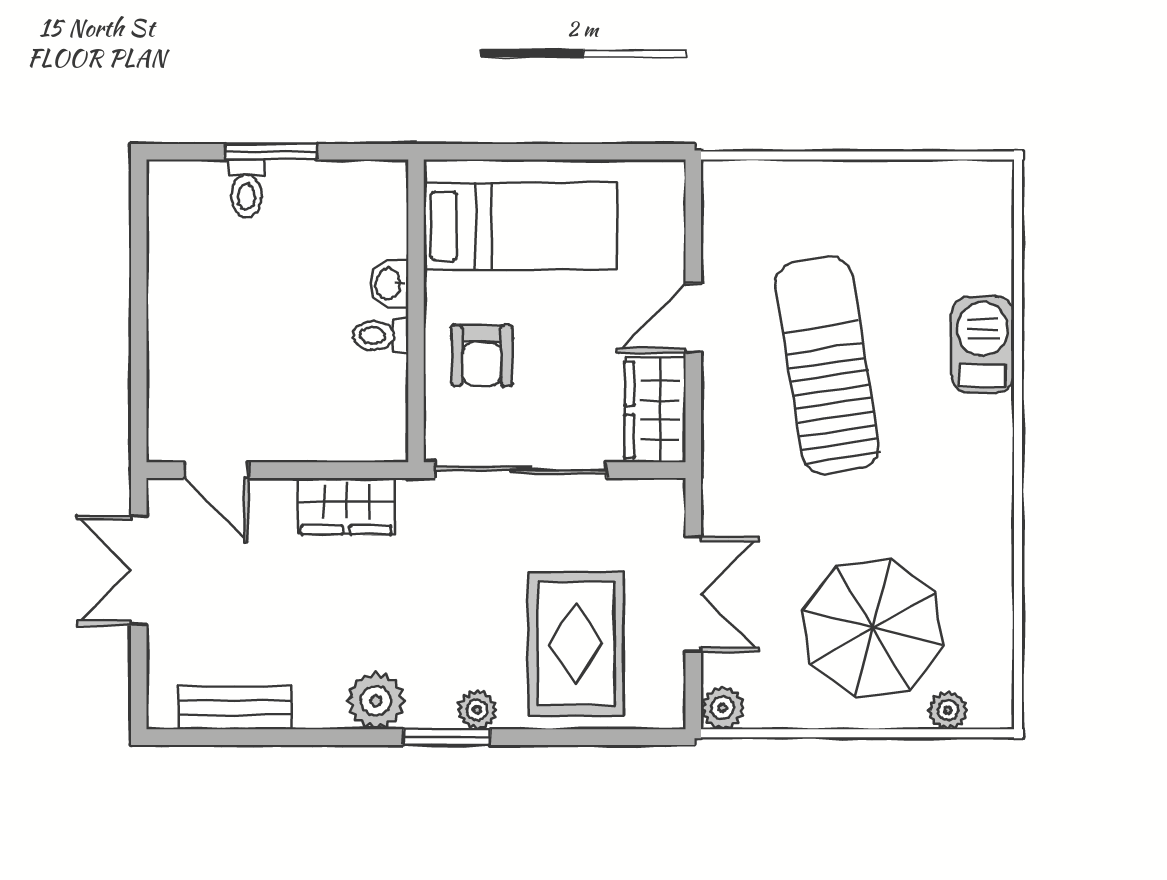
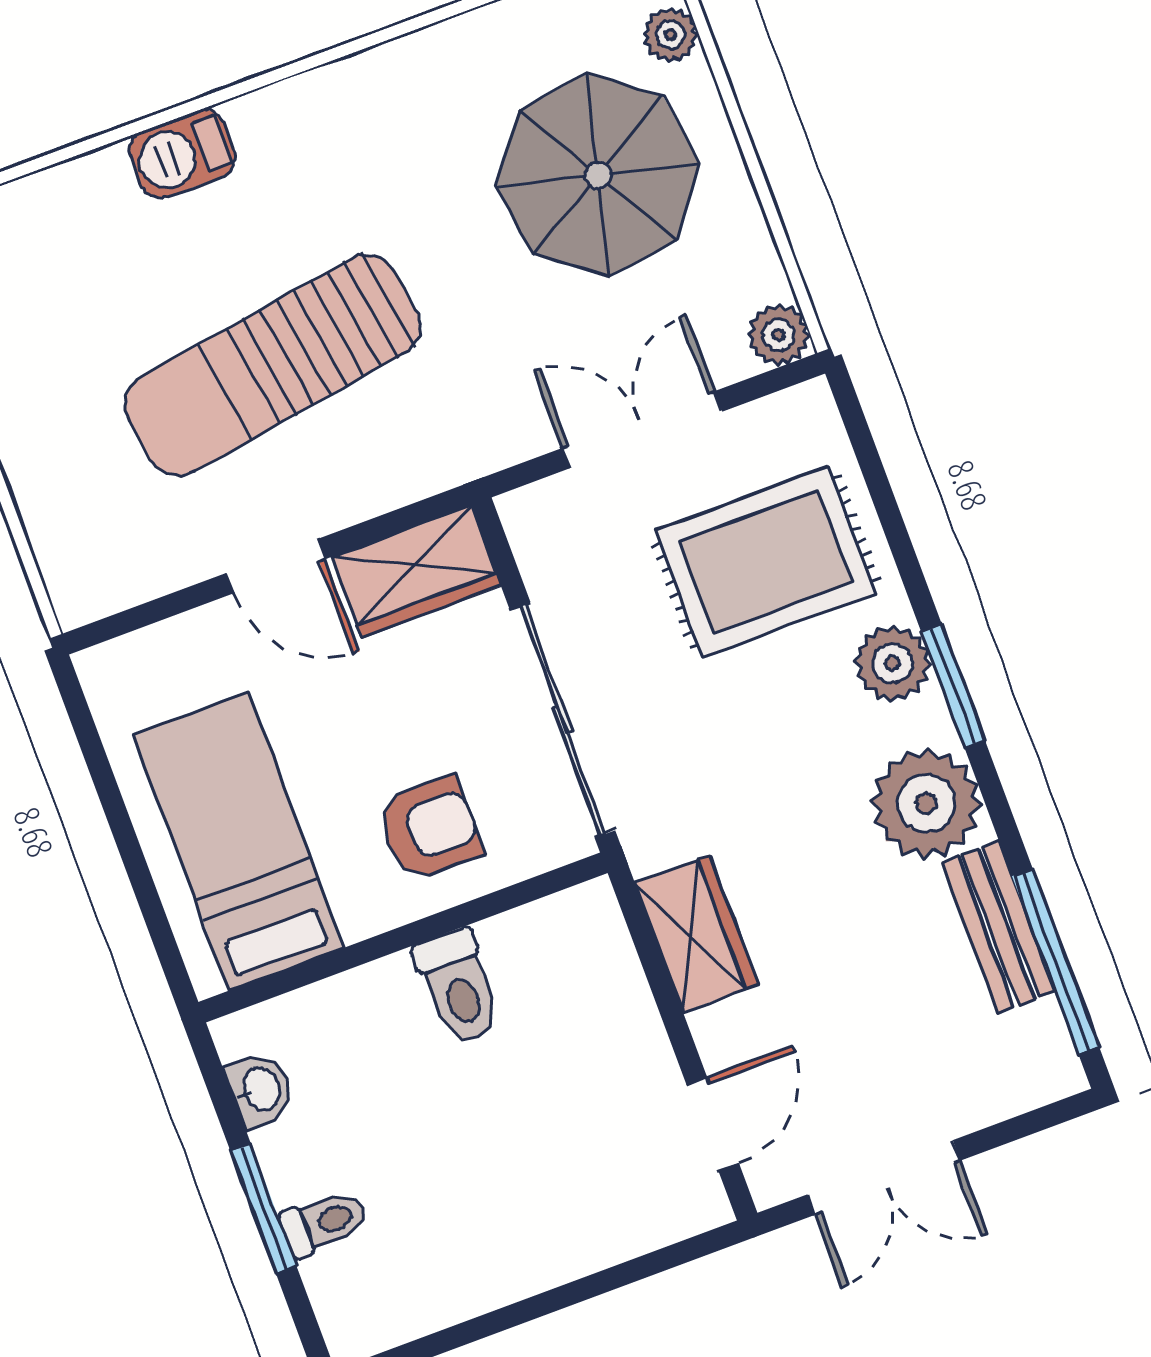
washbasin: (389, 284) -> (260, 1090), moved, turned -90
toilet: (381, 335) -> (458, 987), width x1.37, depth x1.39
barbecue: (983, 344) -> (182, 154), width x0.73, depth x0.79
plant: (376, 701) -> (926, 803), width x1.36, depth x1.36
bench: (235, 708) -> (999, 927), moved
plant: (477, 710) -> (893, 663), width x1.38, depth x1.38
window: (240, 737) -> (1055, 961), added

